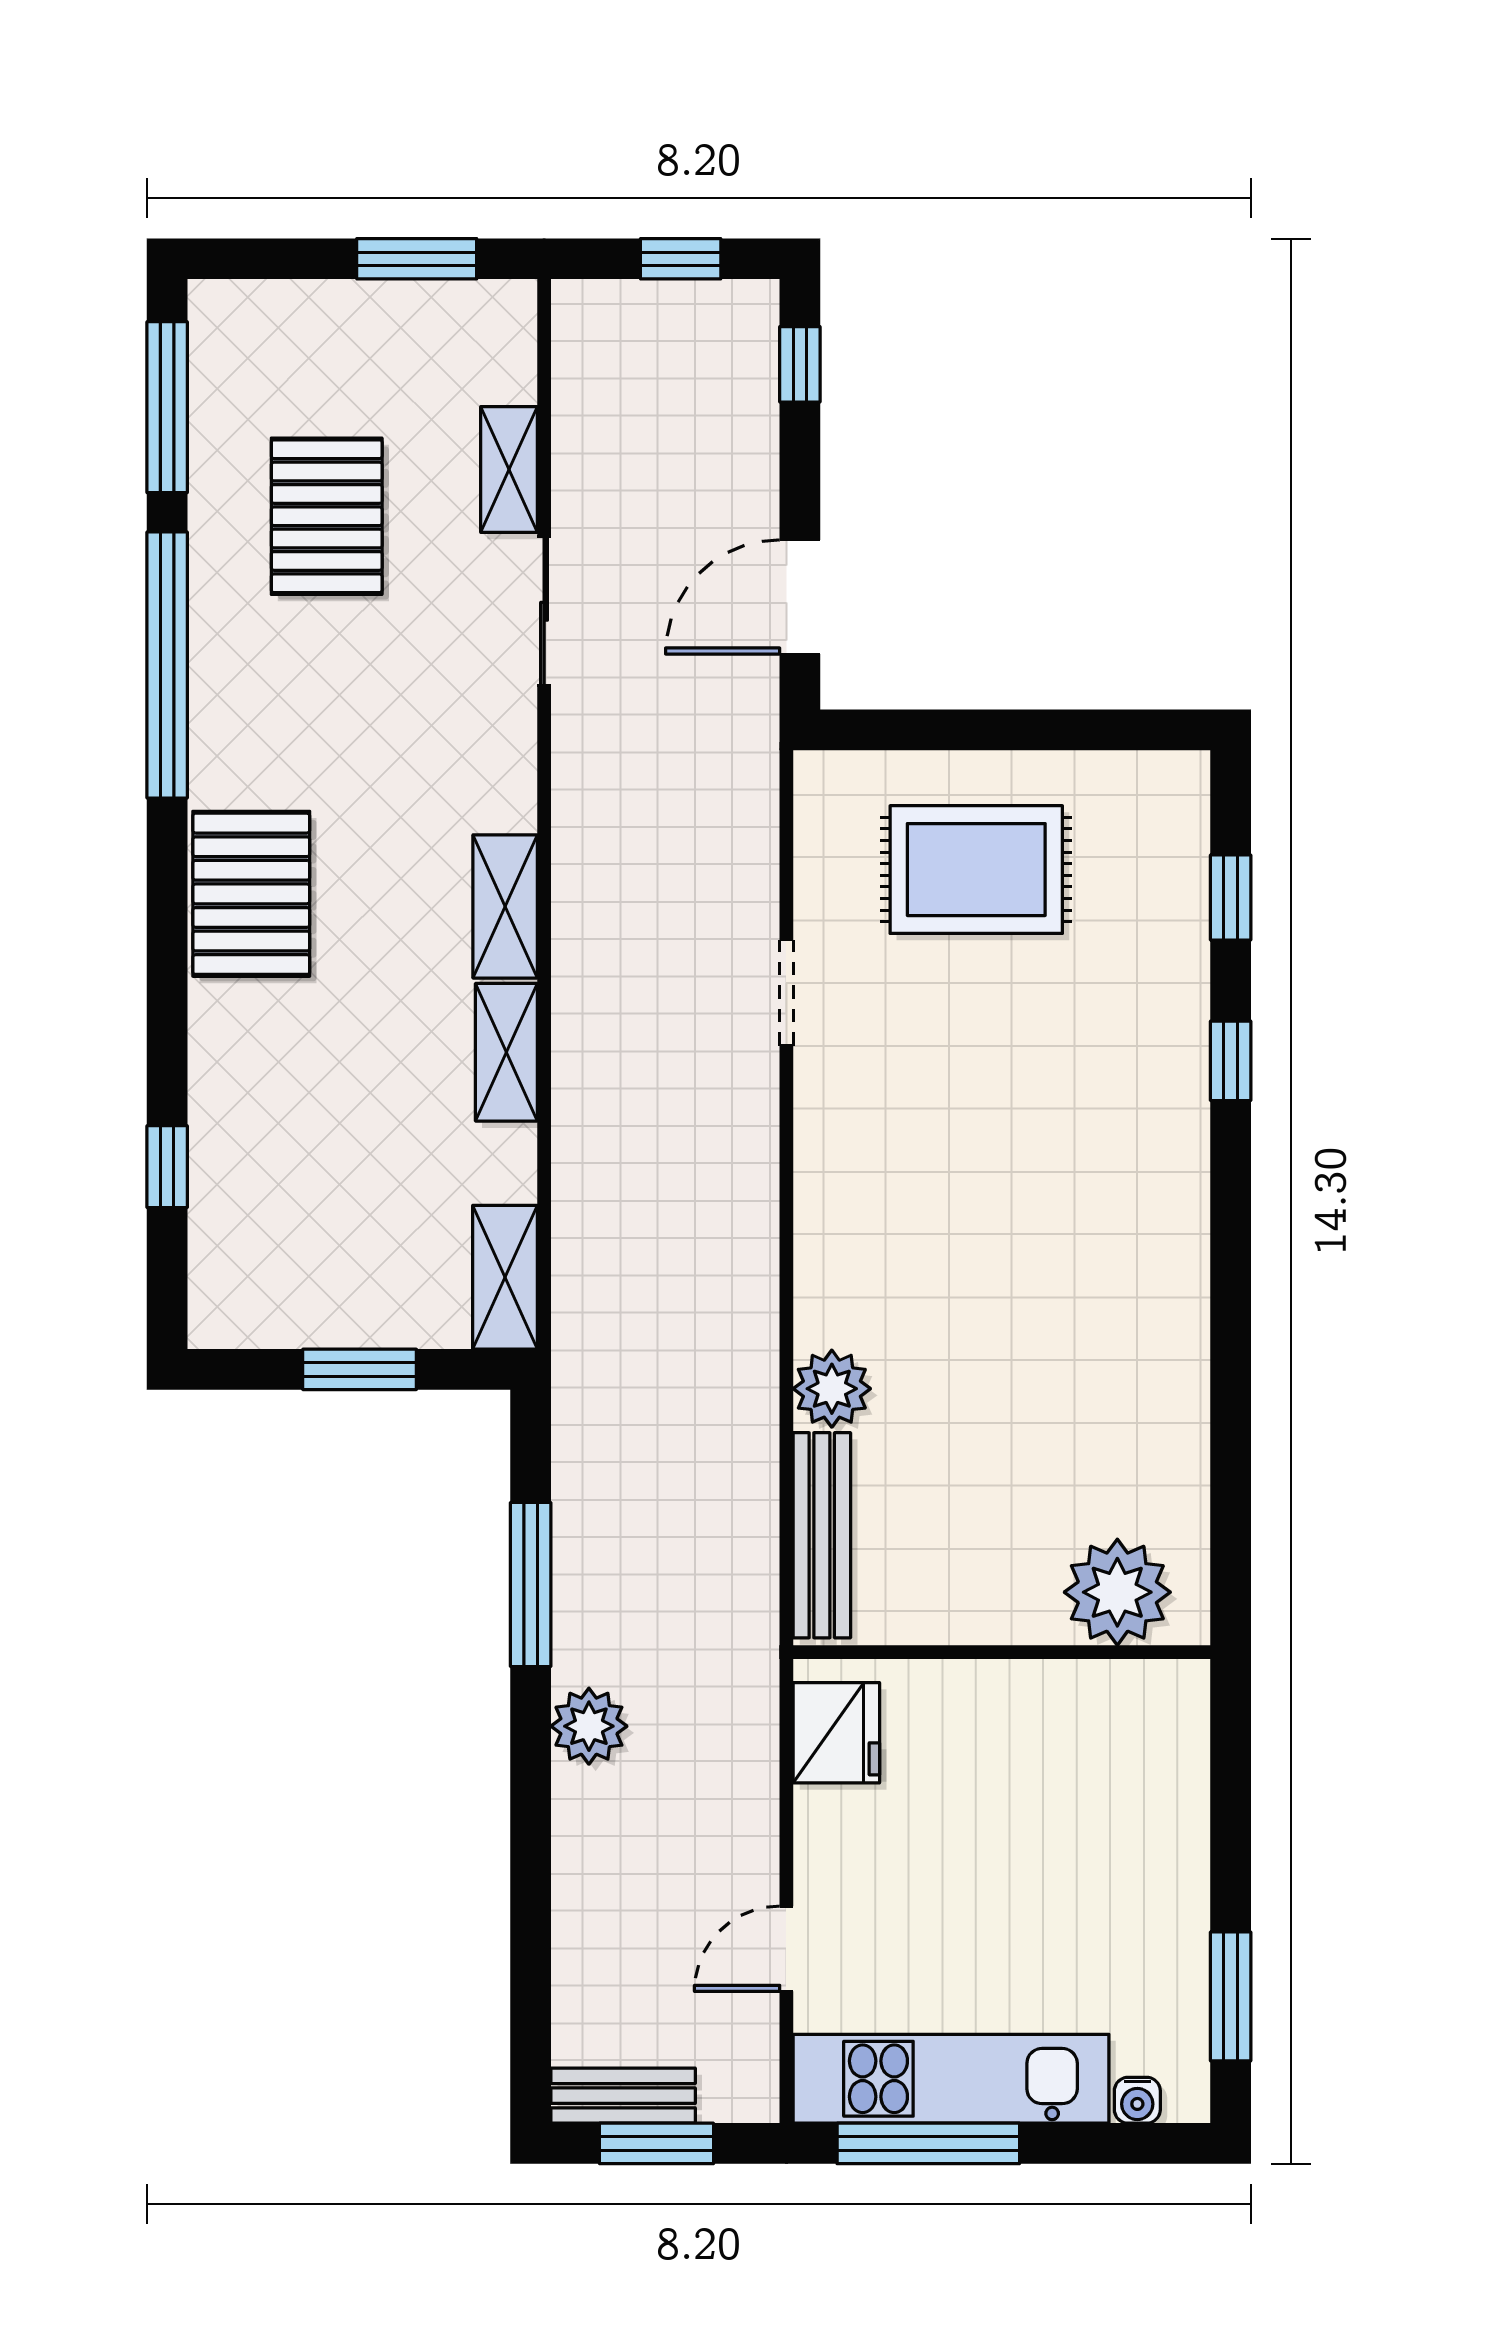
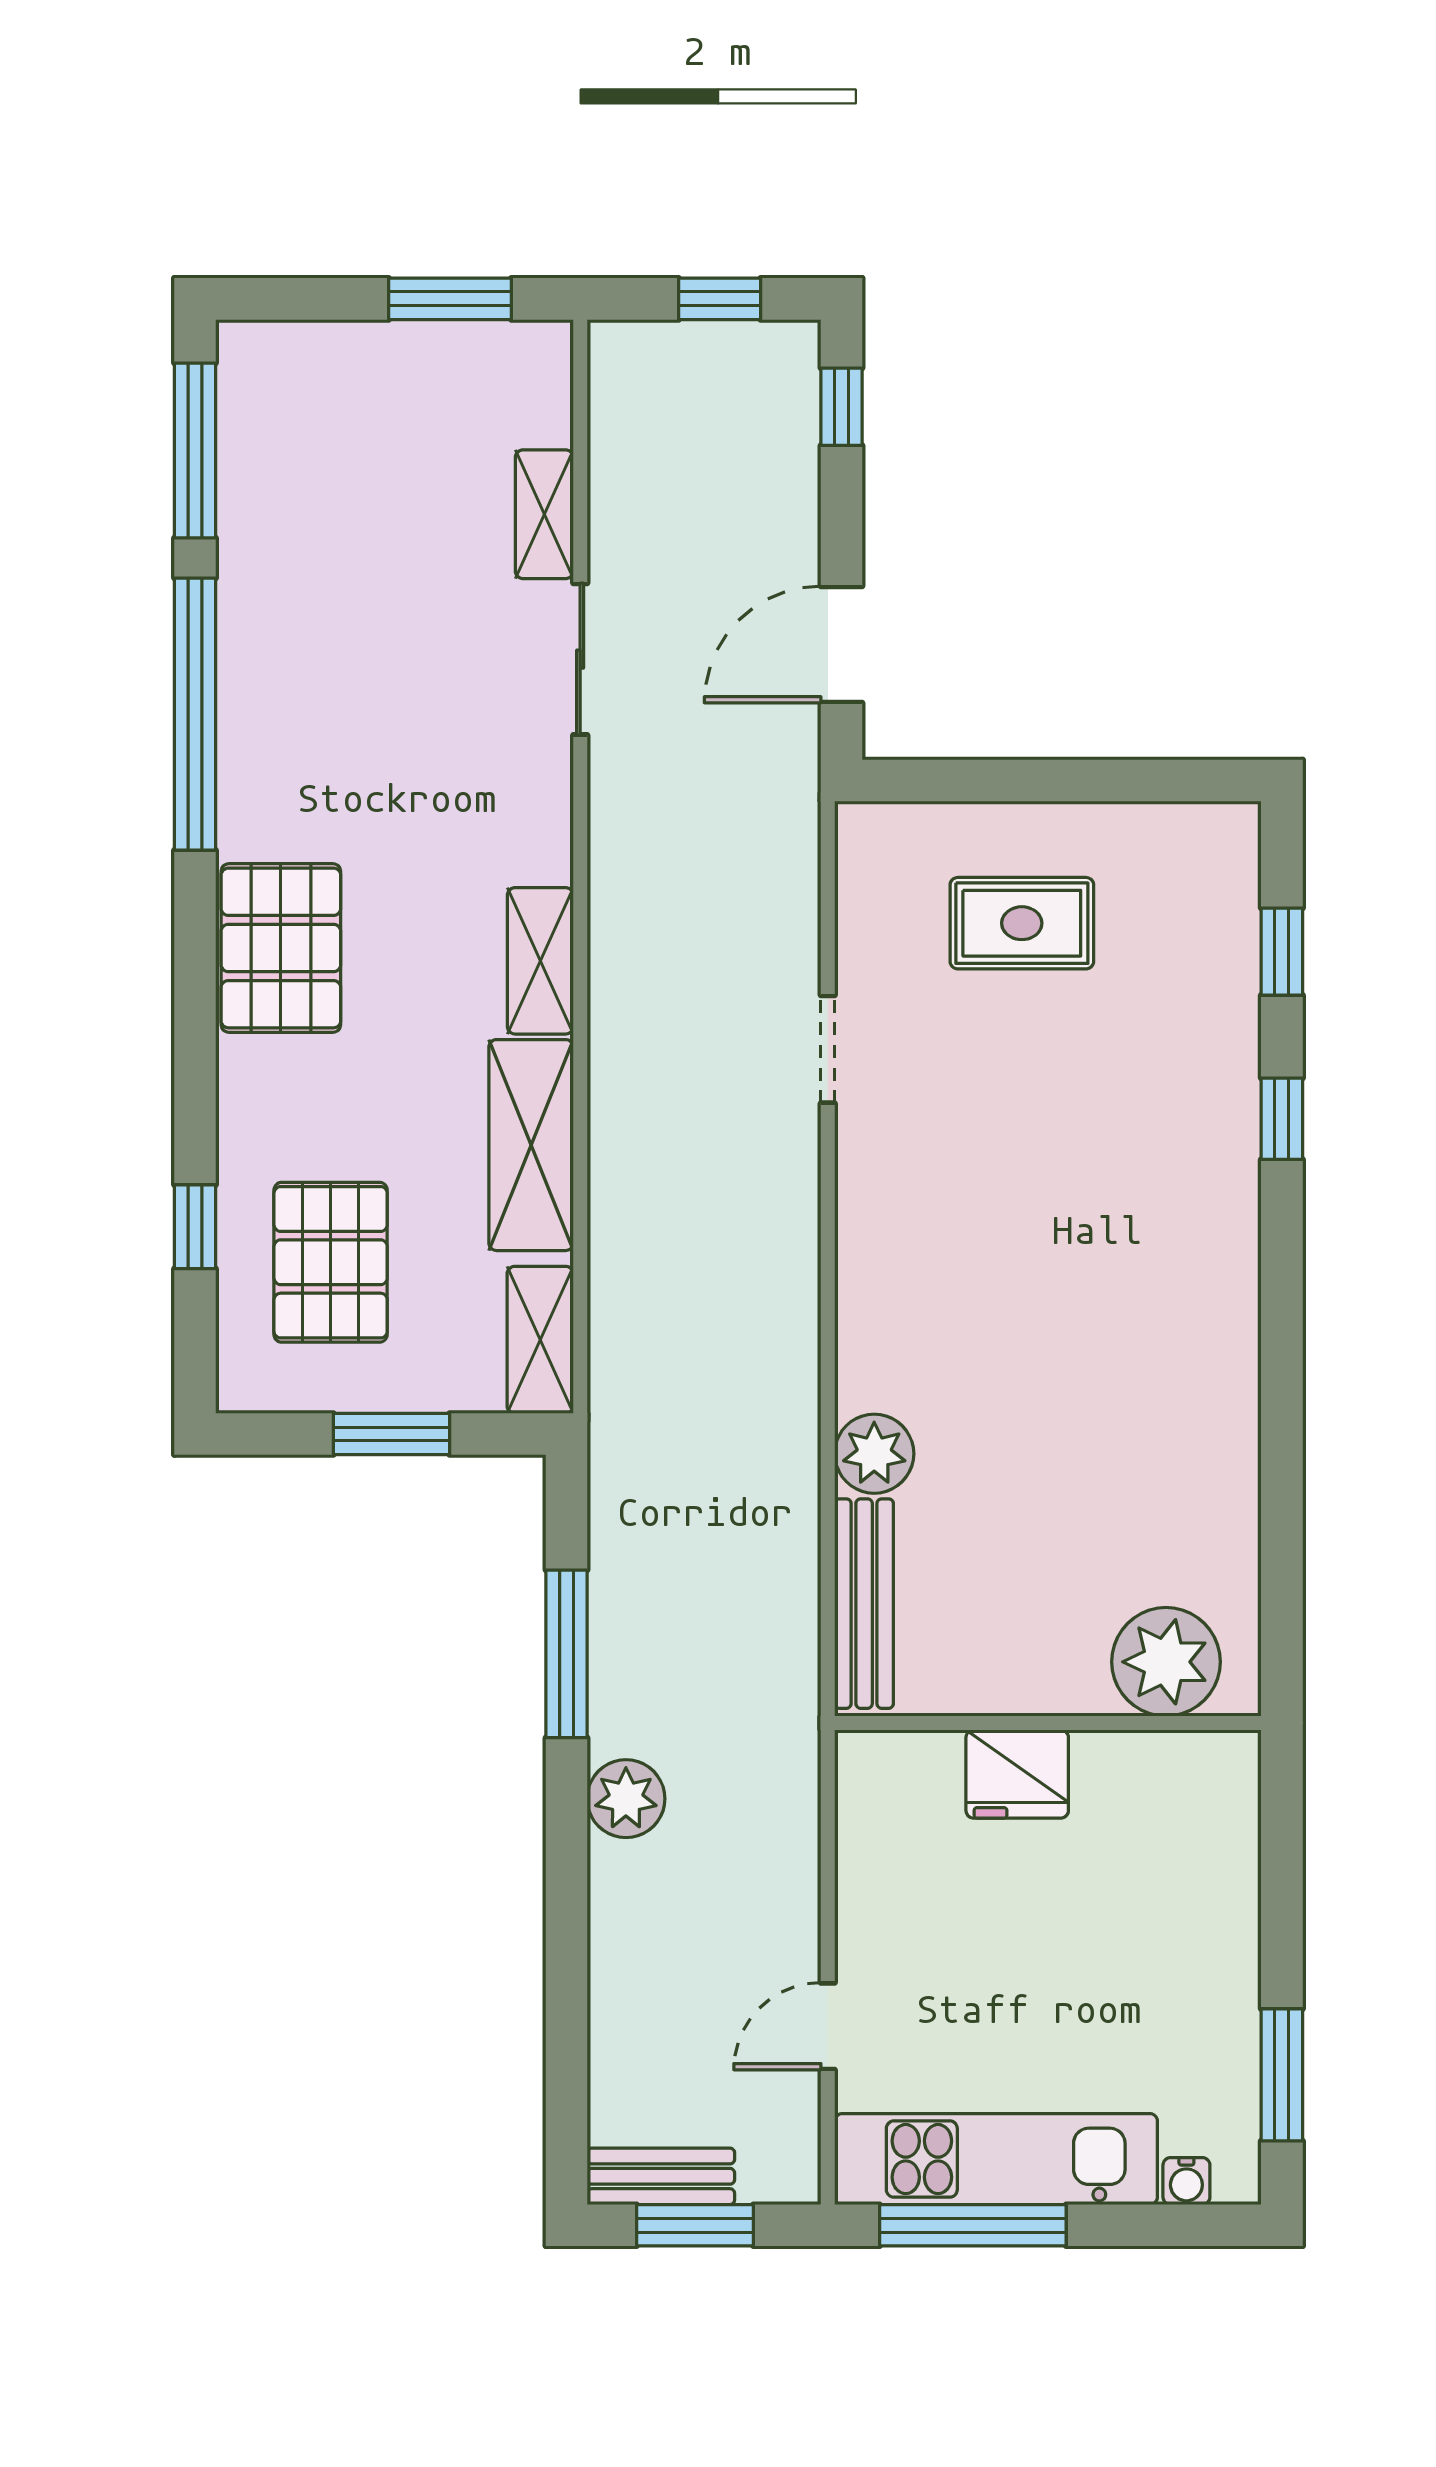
pallet: (327, 516) -> (331, 1262), moved
rug: (976, 870) -> (1022, 923), width x0.73, depth x0.70
shelving: (506, 1052) -> (531, 1145), width x1.50, depth x1.33
fridge: (836, 1733) -> (1017, 1774), moved, turned 90

